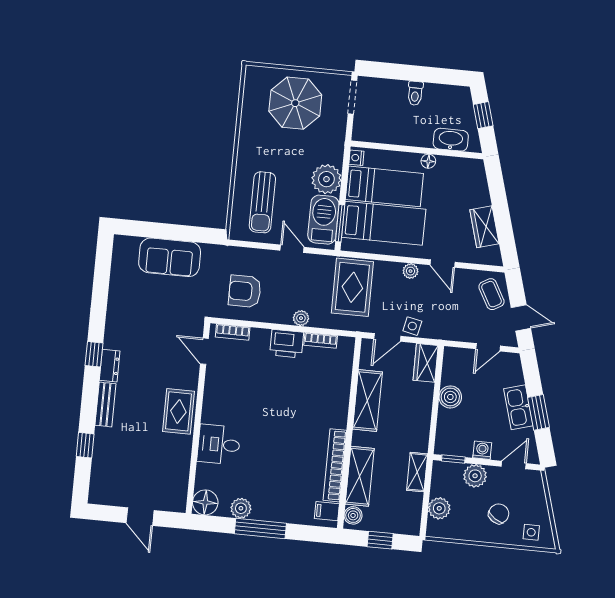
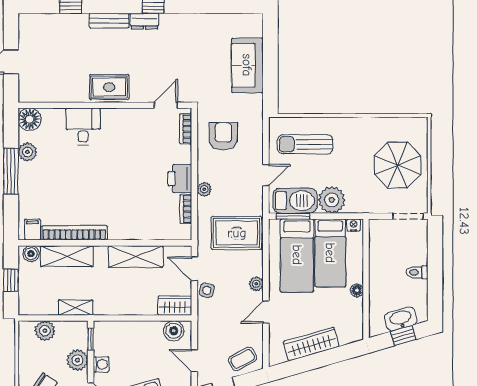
washbasin: (451, 140) -> (401, 319), moved, turned -106
wardrobe: (484, 227) -> (311, 344), width x1.50
boiler: (450, 397) -> (174, 331), moved

